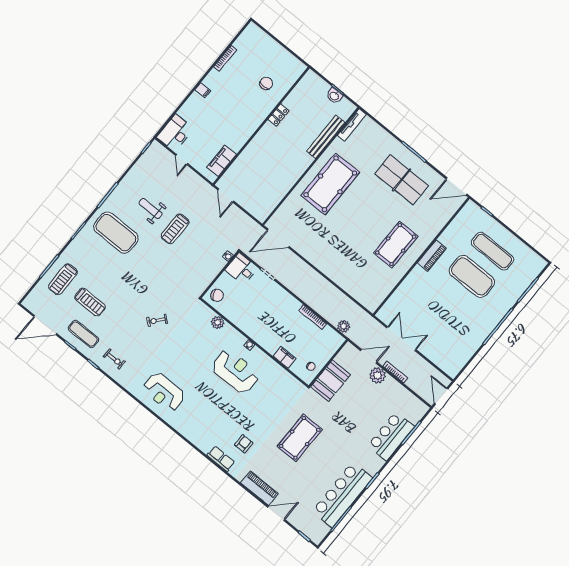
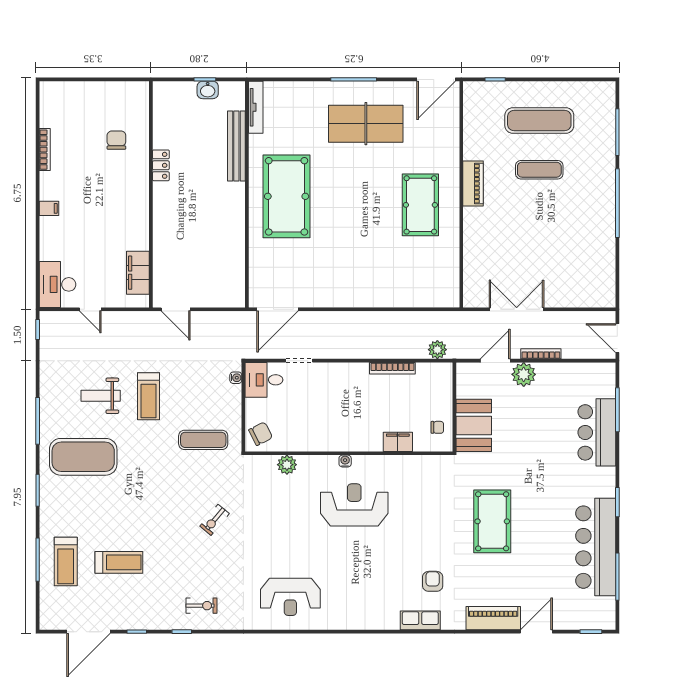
exercise mat: (472, 276) -> (539, 170), width x0.50, depth x0.69
exercise mat: (83, 334) -> (203, 440), moved

